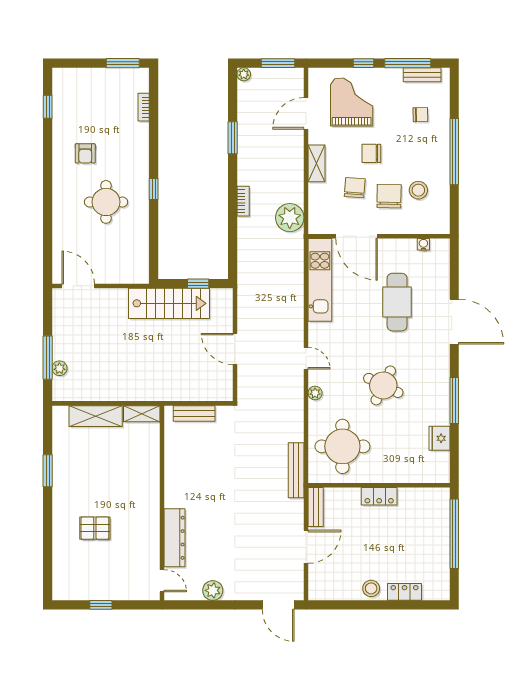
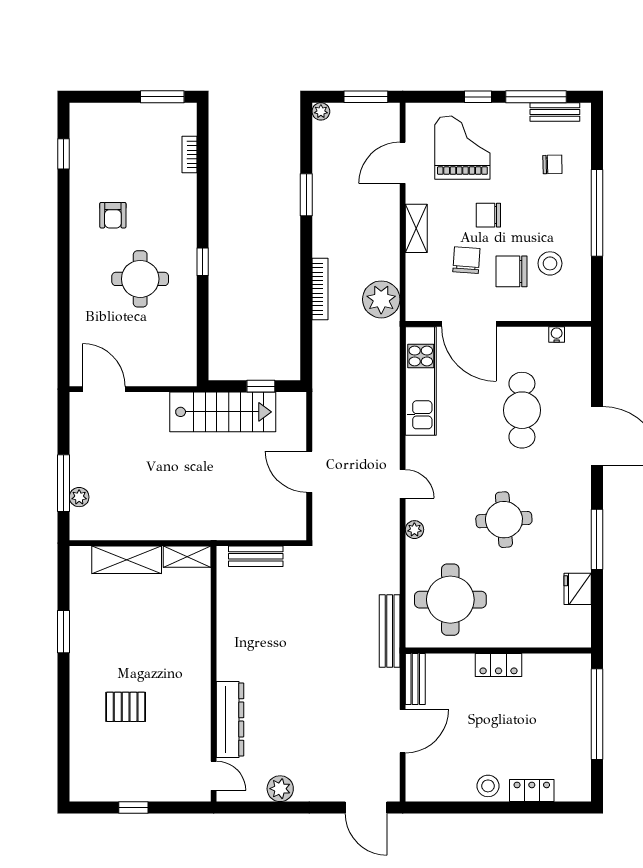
chair: (389, 196) -> (512, 271), turned -91
bookcase: (243, 201) -> (320, 289), width x1.56
round table: (383, 385) -> (504, 520), turned -30

